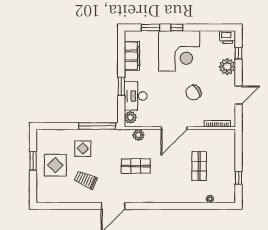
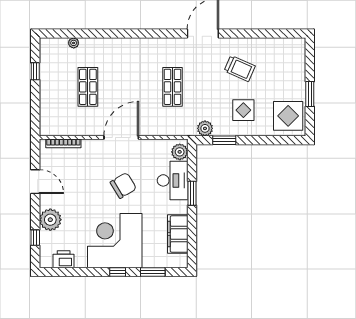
printer: (228, 37) -> (64, 259), moved
chair: (194, 93) -> (123, 185), moved
door: (239, 95) -> (35, 182), swing flipped
window: (97, 126) -> (224, 140), width x0.47
plant: (138, 135) -> (205, 128), moved
display table: (55, 165) -> (288, 116), moved
shop shelf: (136, 166) -> (172, 87), turned 90

